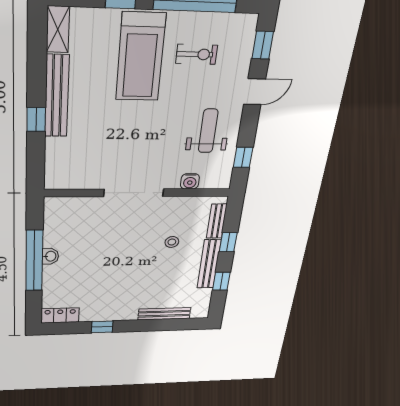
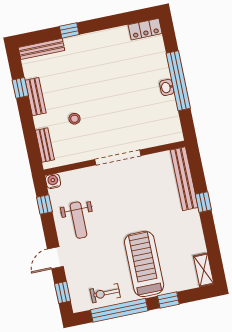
exercise bike: (197, 54) -> (105, 293), moved
bench: (57, 96) -> (184, 179), moved
water cooler: (190, 181) -> (53, 181), moved
window: (228, 242) -> (28, 127), removed
bench: (209, 264) -> (36, 97), width x0.73
bench: (164, 314) -> (41, 49), moved
window: (102, 327) -> (69, 30), moved

